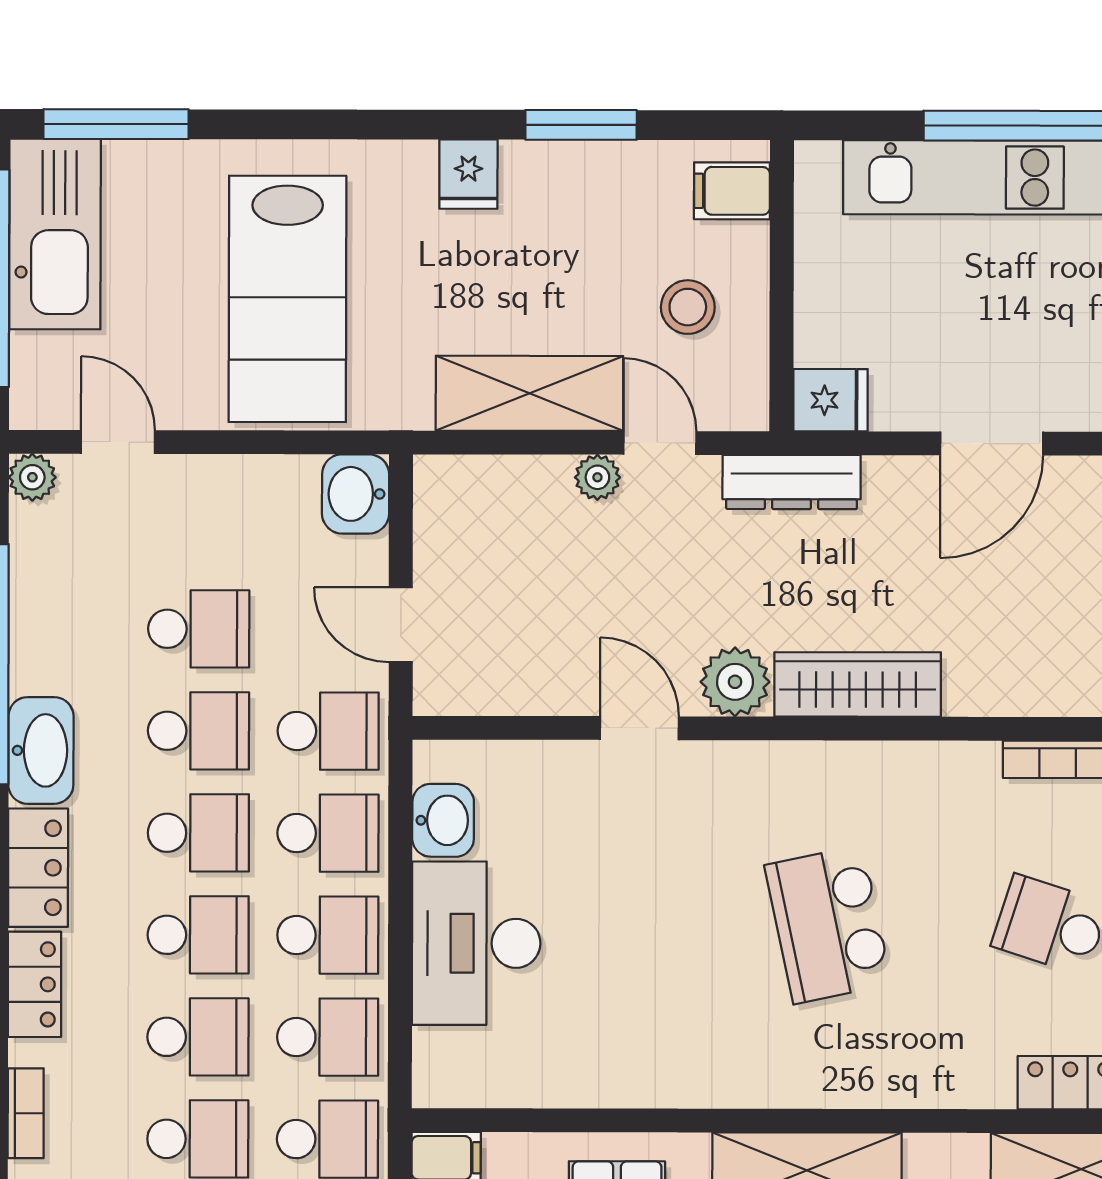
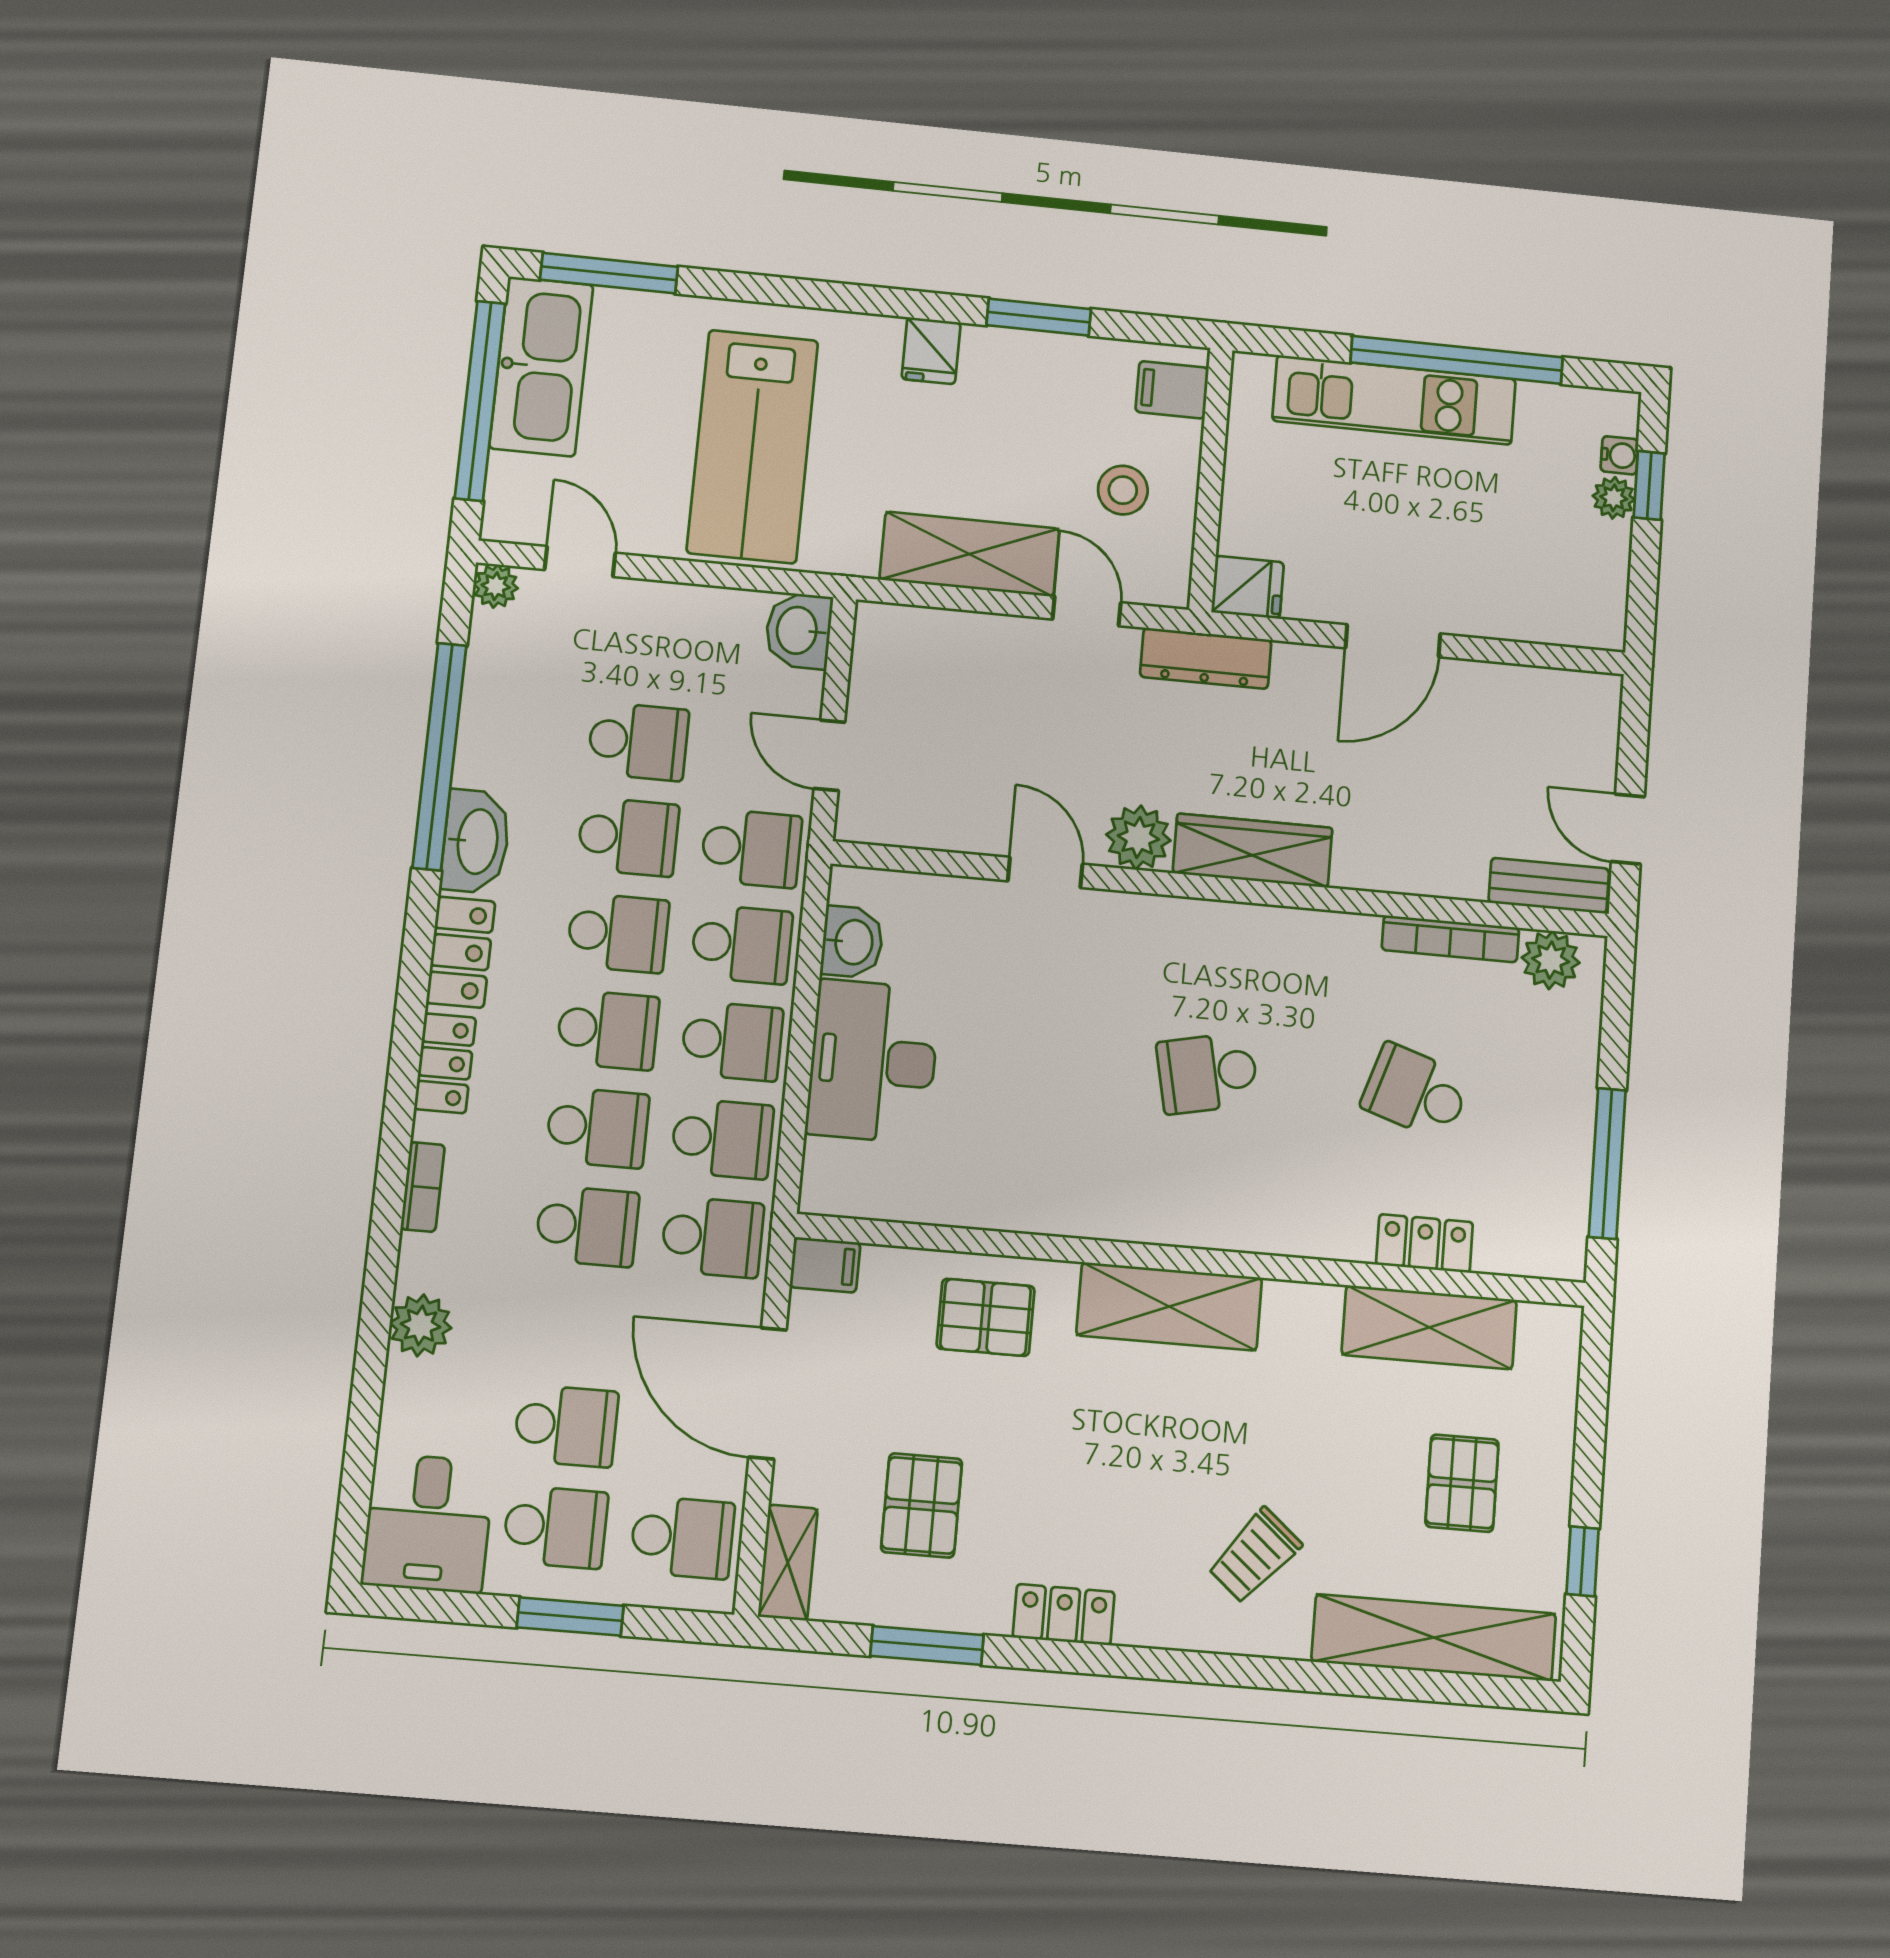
plant: (597, 477) -> (1026, 637), removed
school desk: (828, 925) -> (1208, 1073), width x0.54

